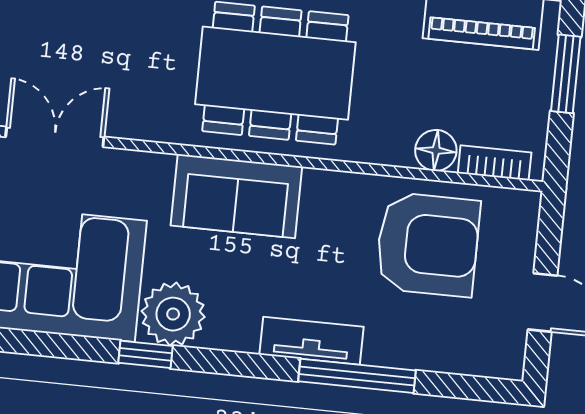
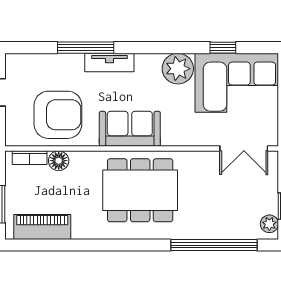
sofa: (236, 196) -> (130, 129), moved
armchair: (428, 244) -> (58, 115), turned 180
window: (145, 354) -> (223, 48), moved

